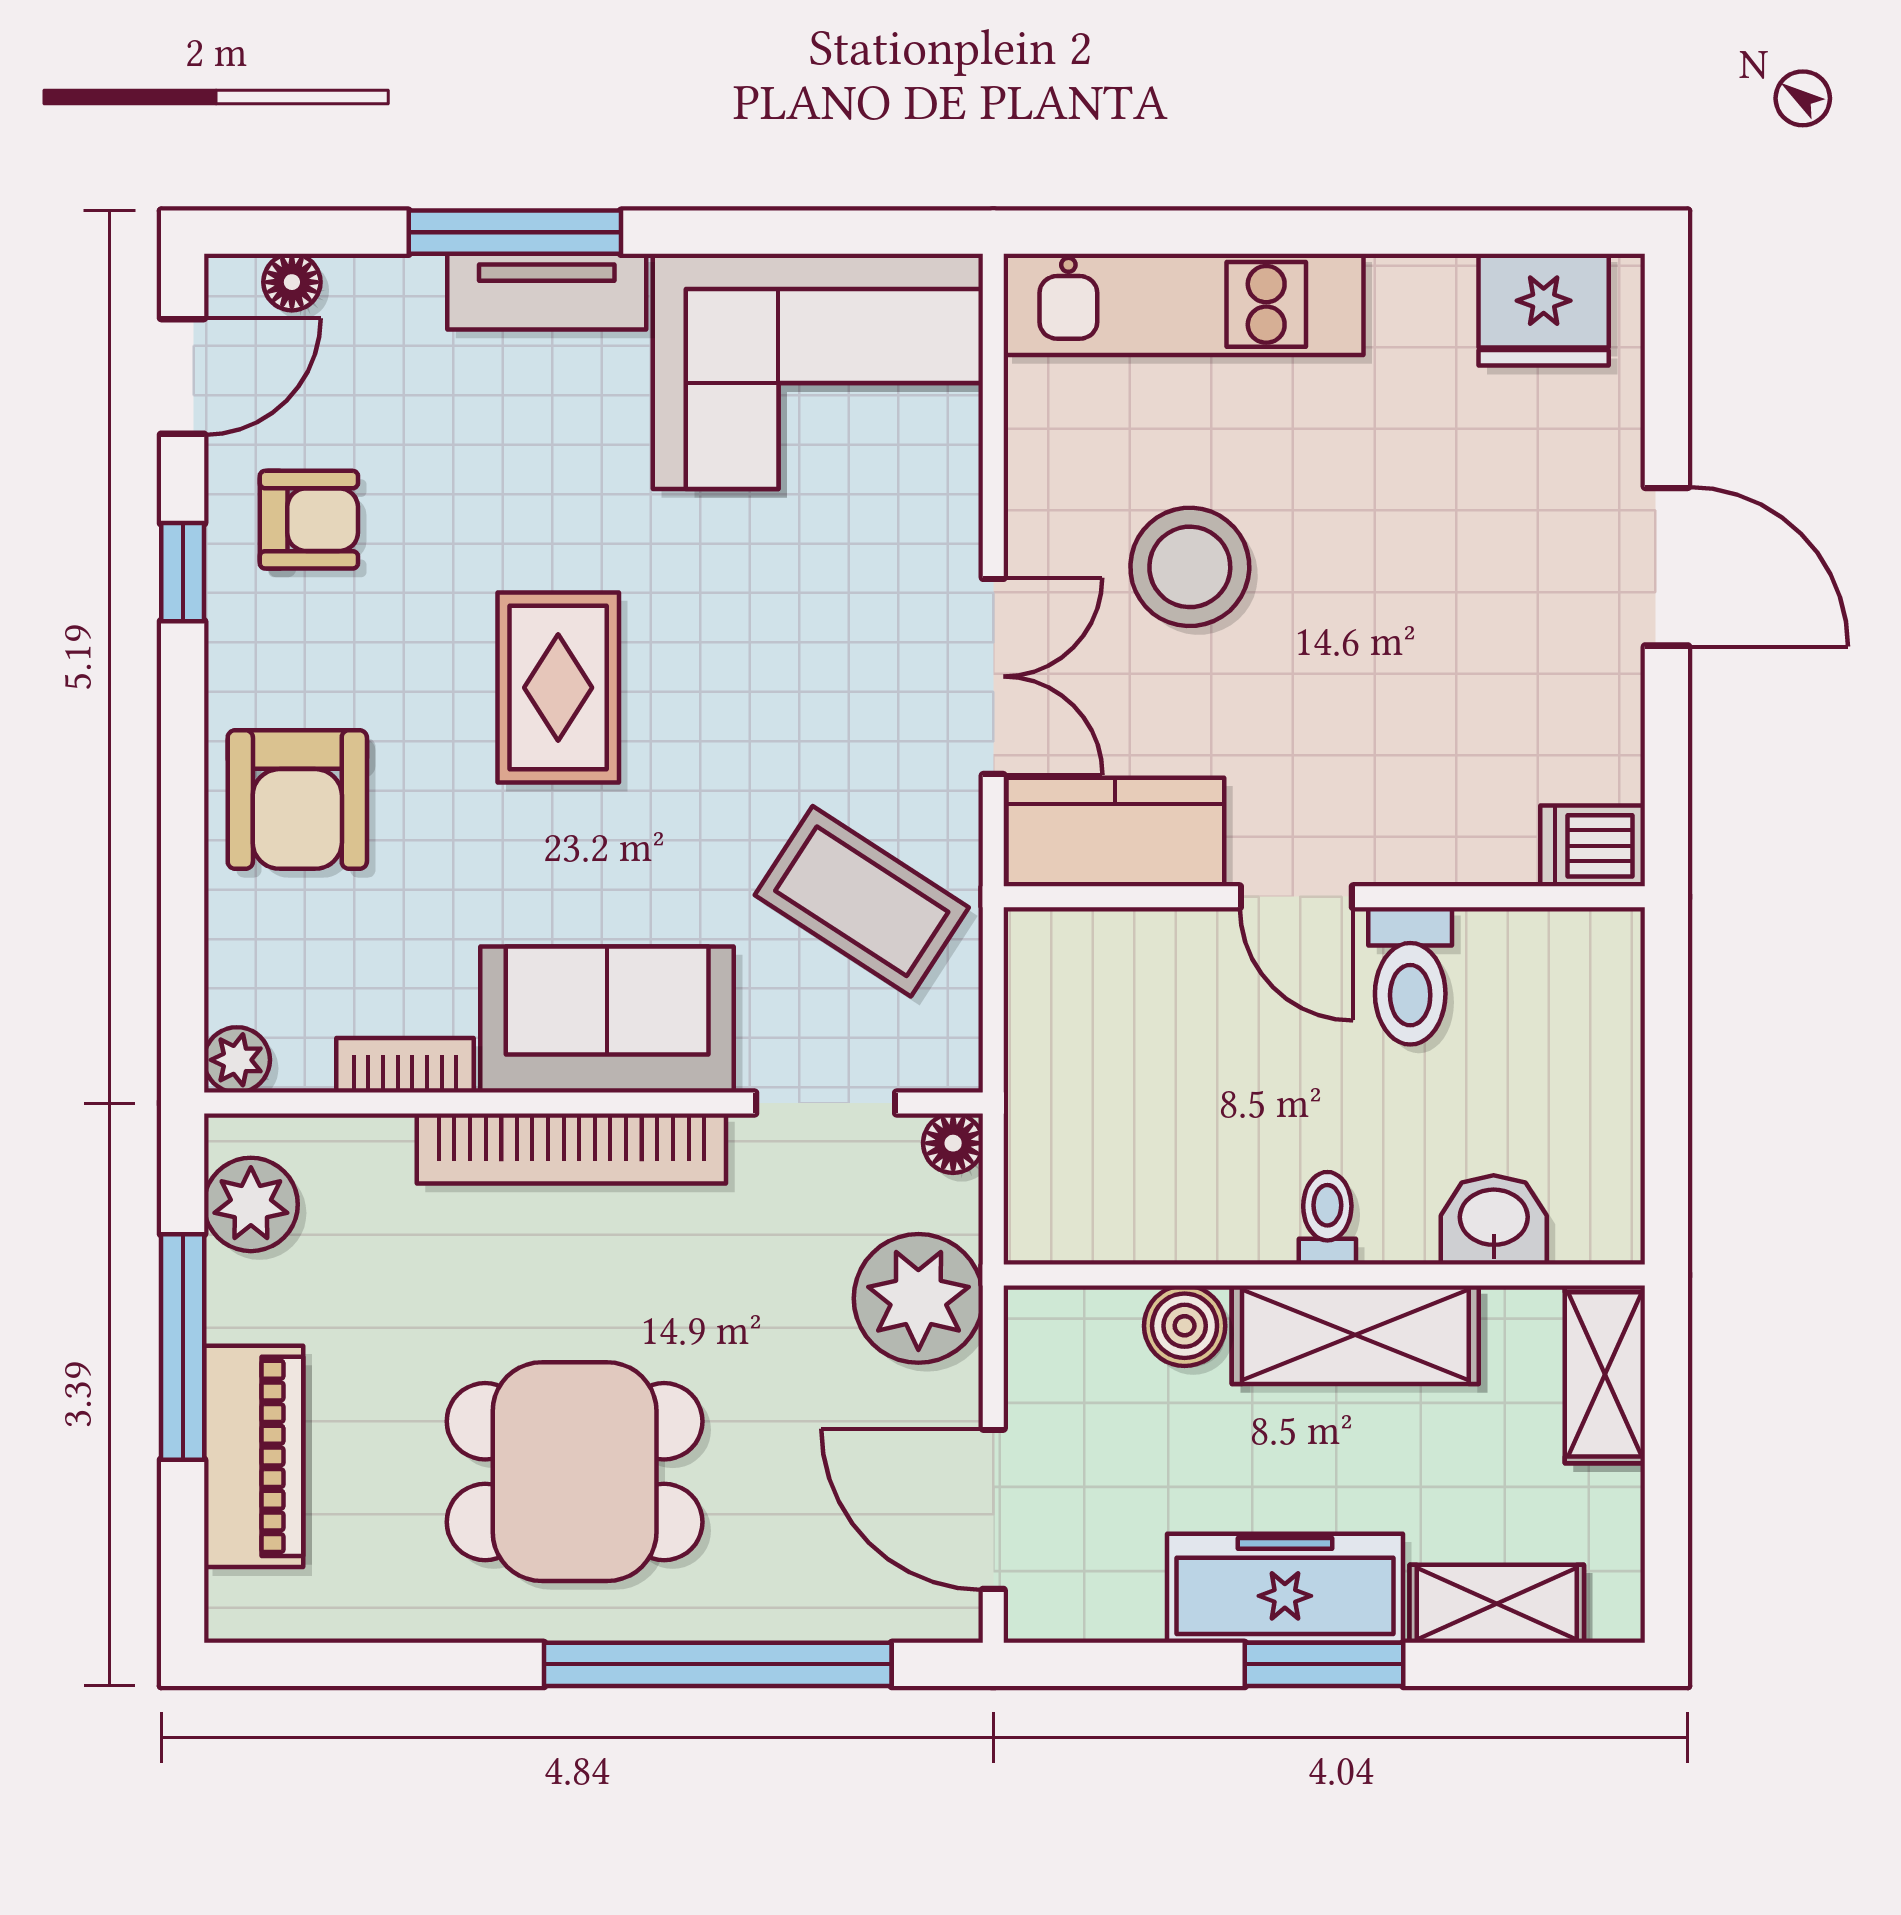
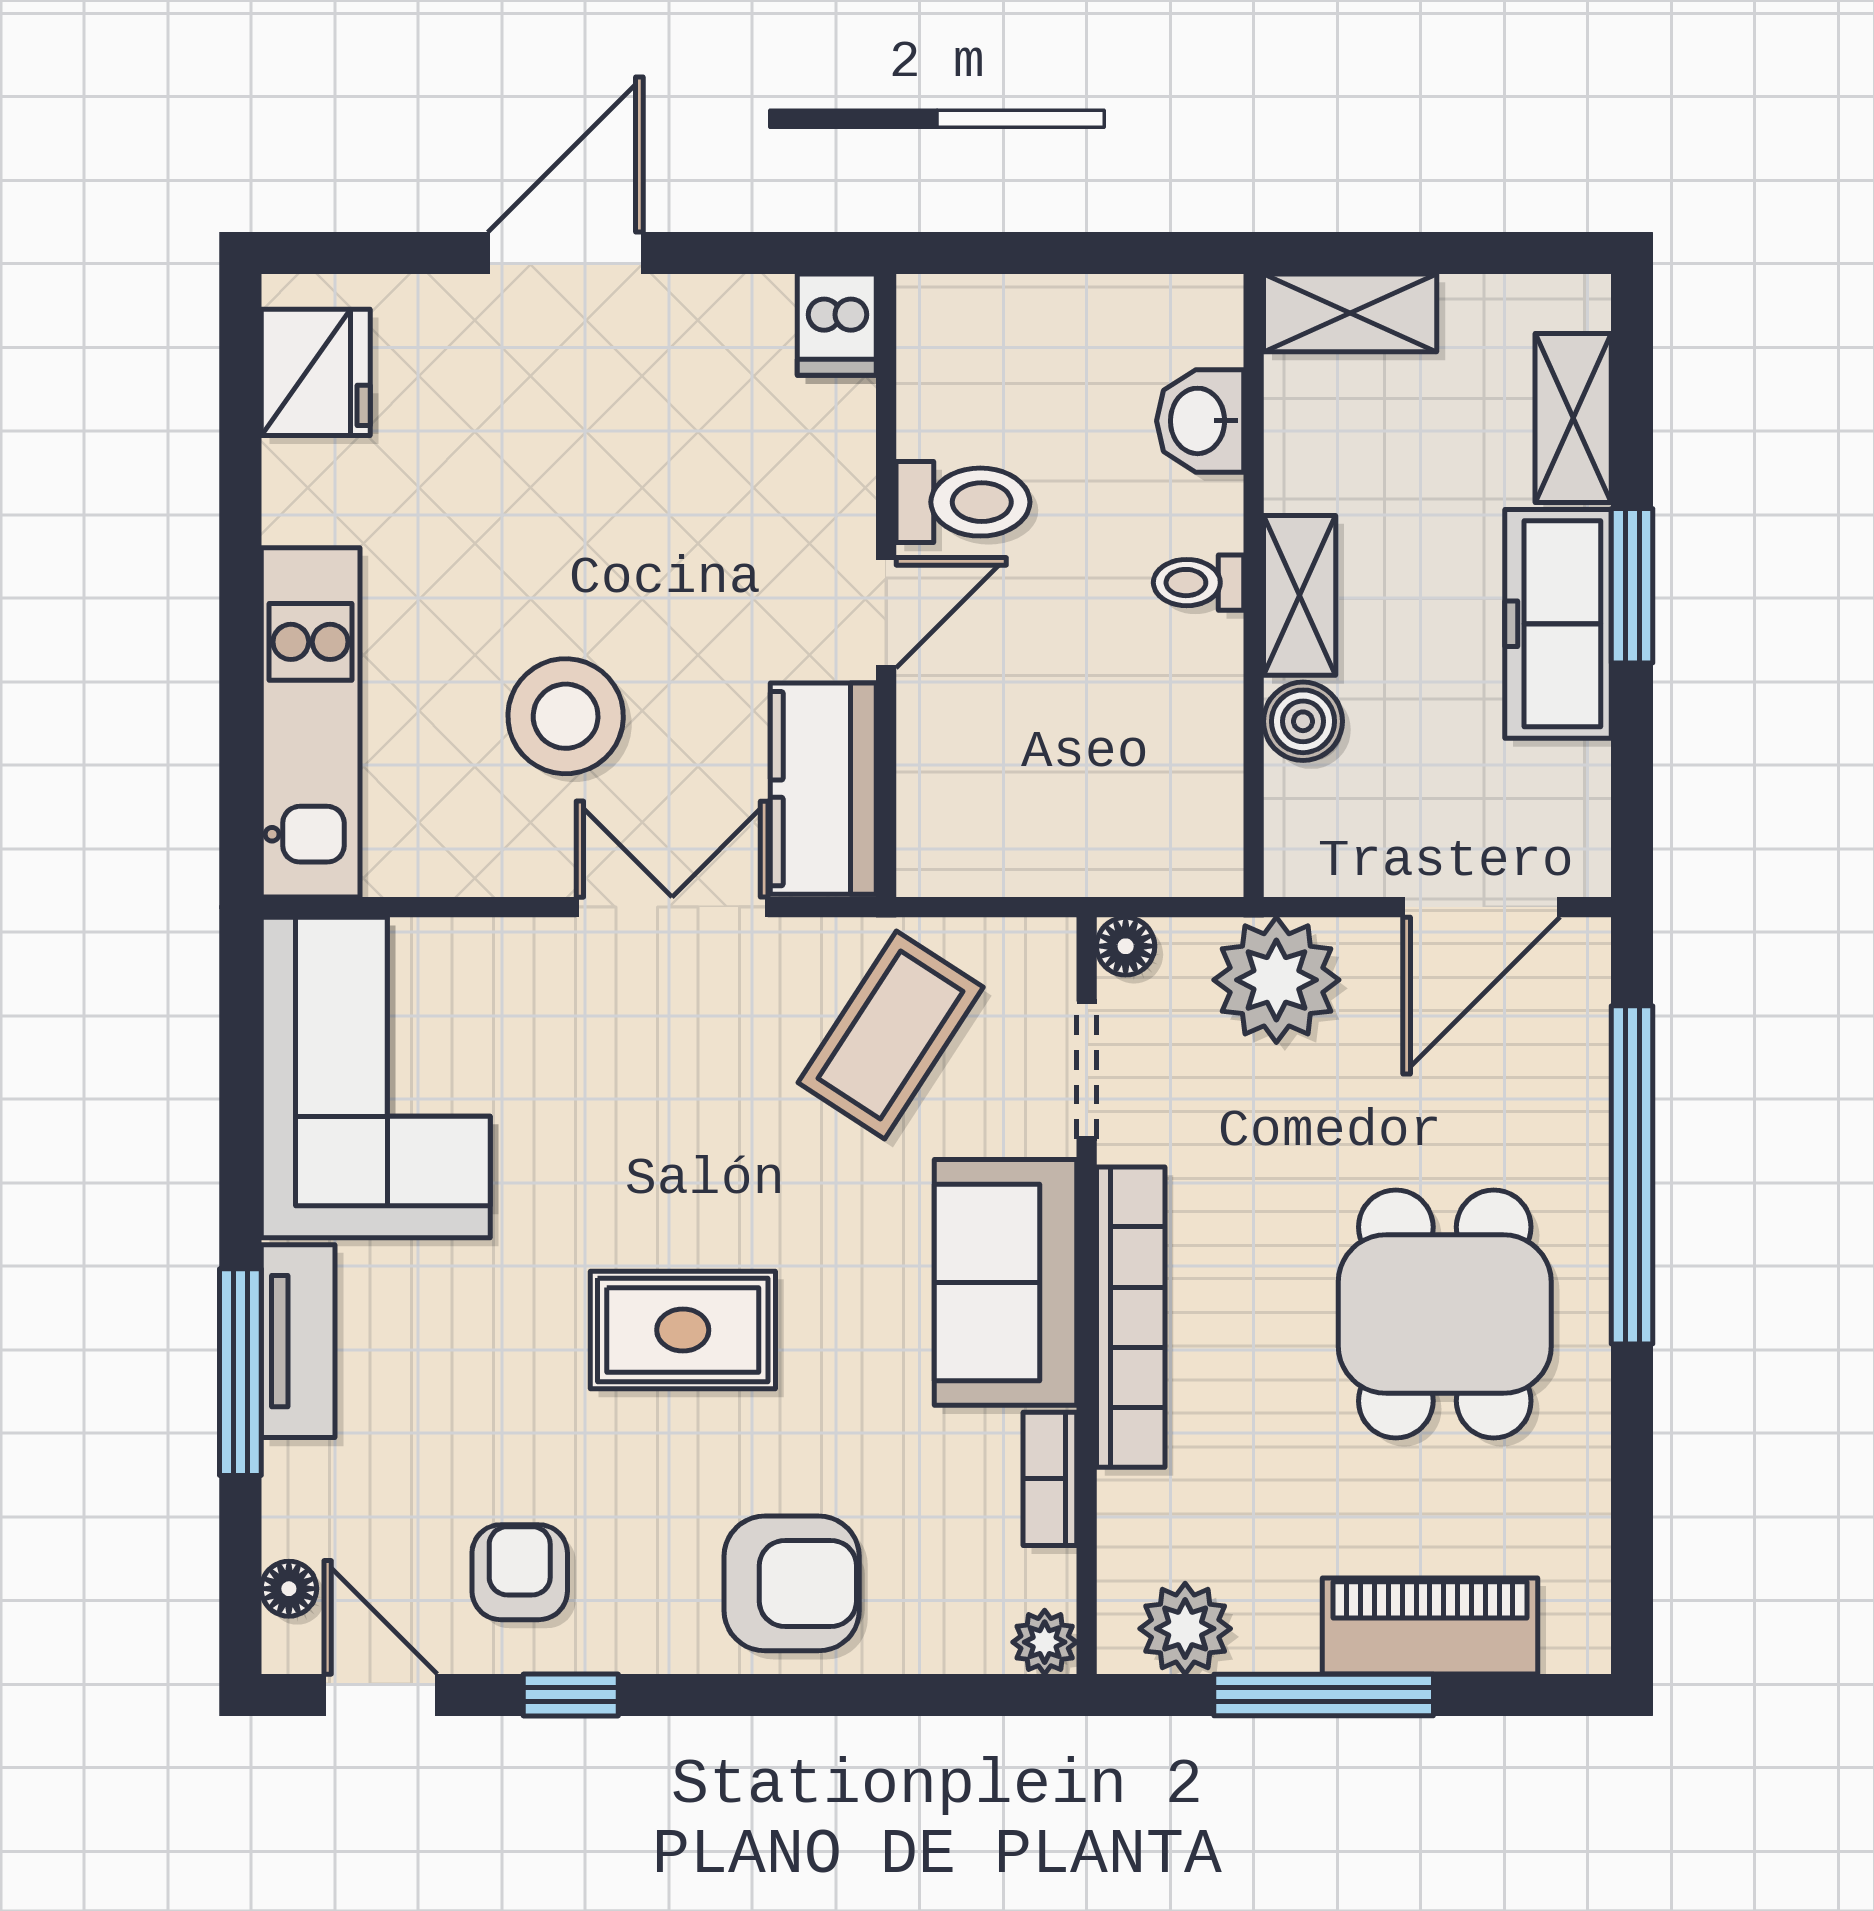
shelving: (1355, 1335) -> (1300, 595), width x0.67, depth x0.75

